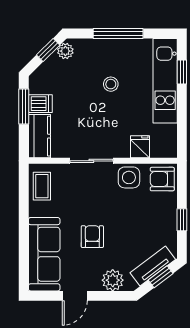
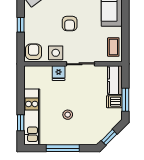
plant: (65, 51) -> (98, 137), removed
fridge: (140, 147) -> (59, 73), moved
armchair: (162, 179) -> (34, 52), turned -90
armchair: (92, 237) -> (70, 23), moved

